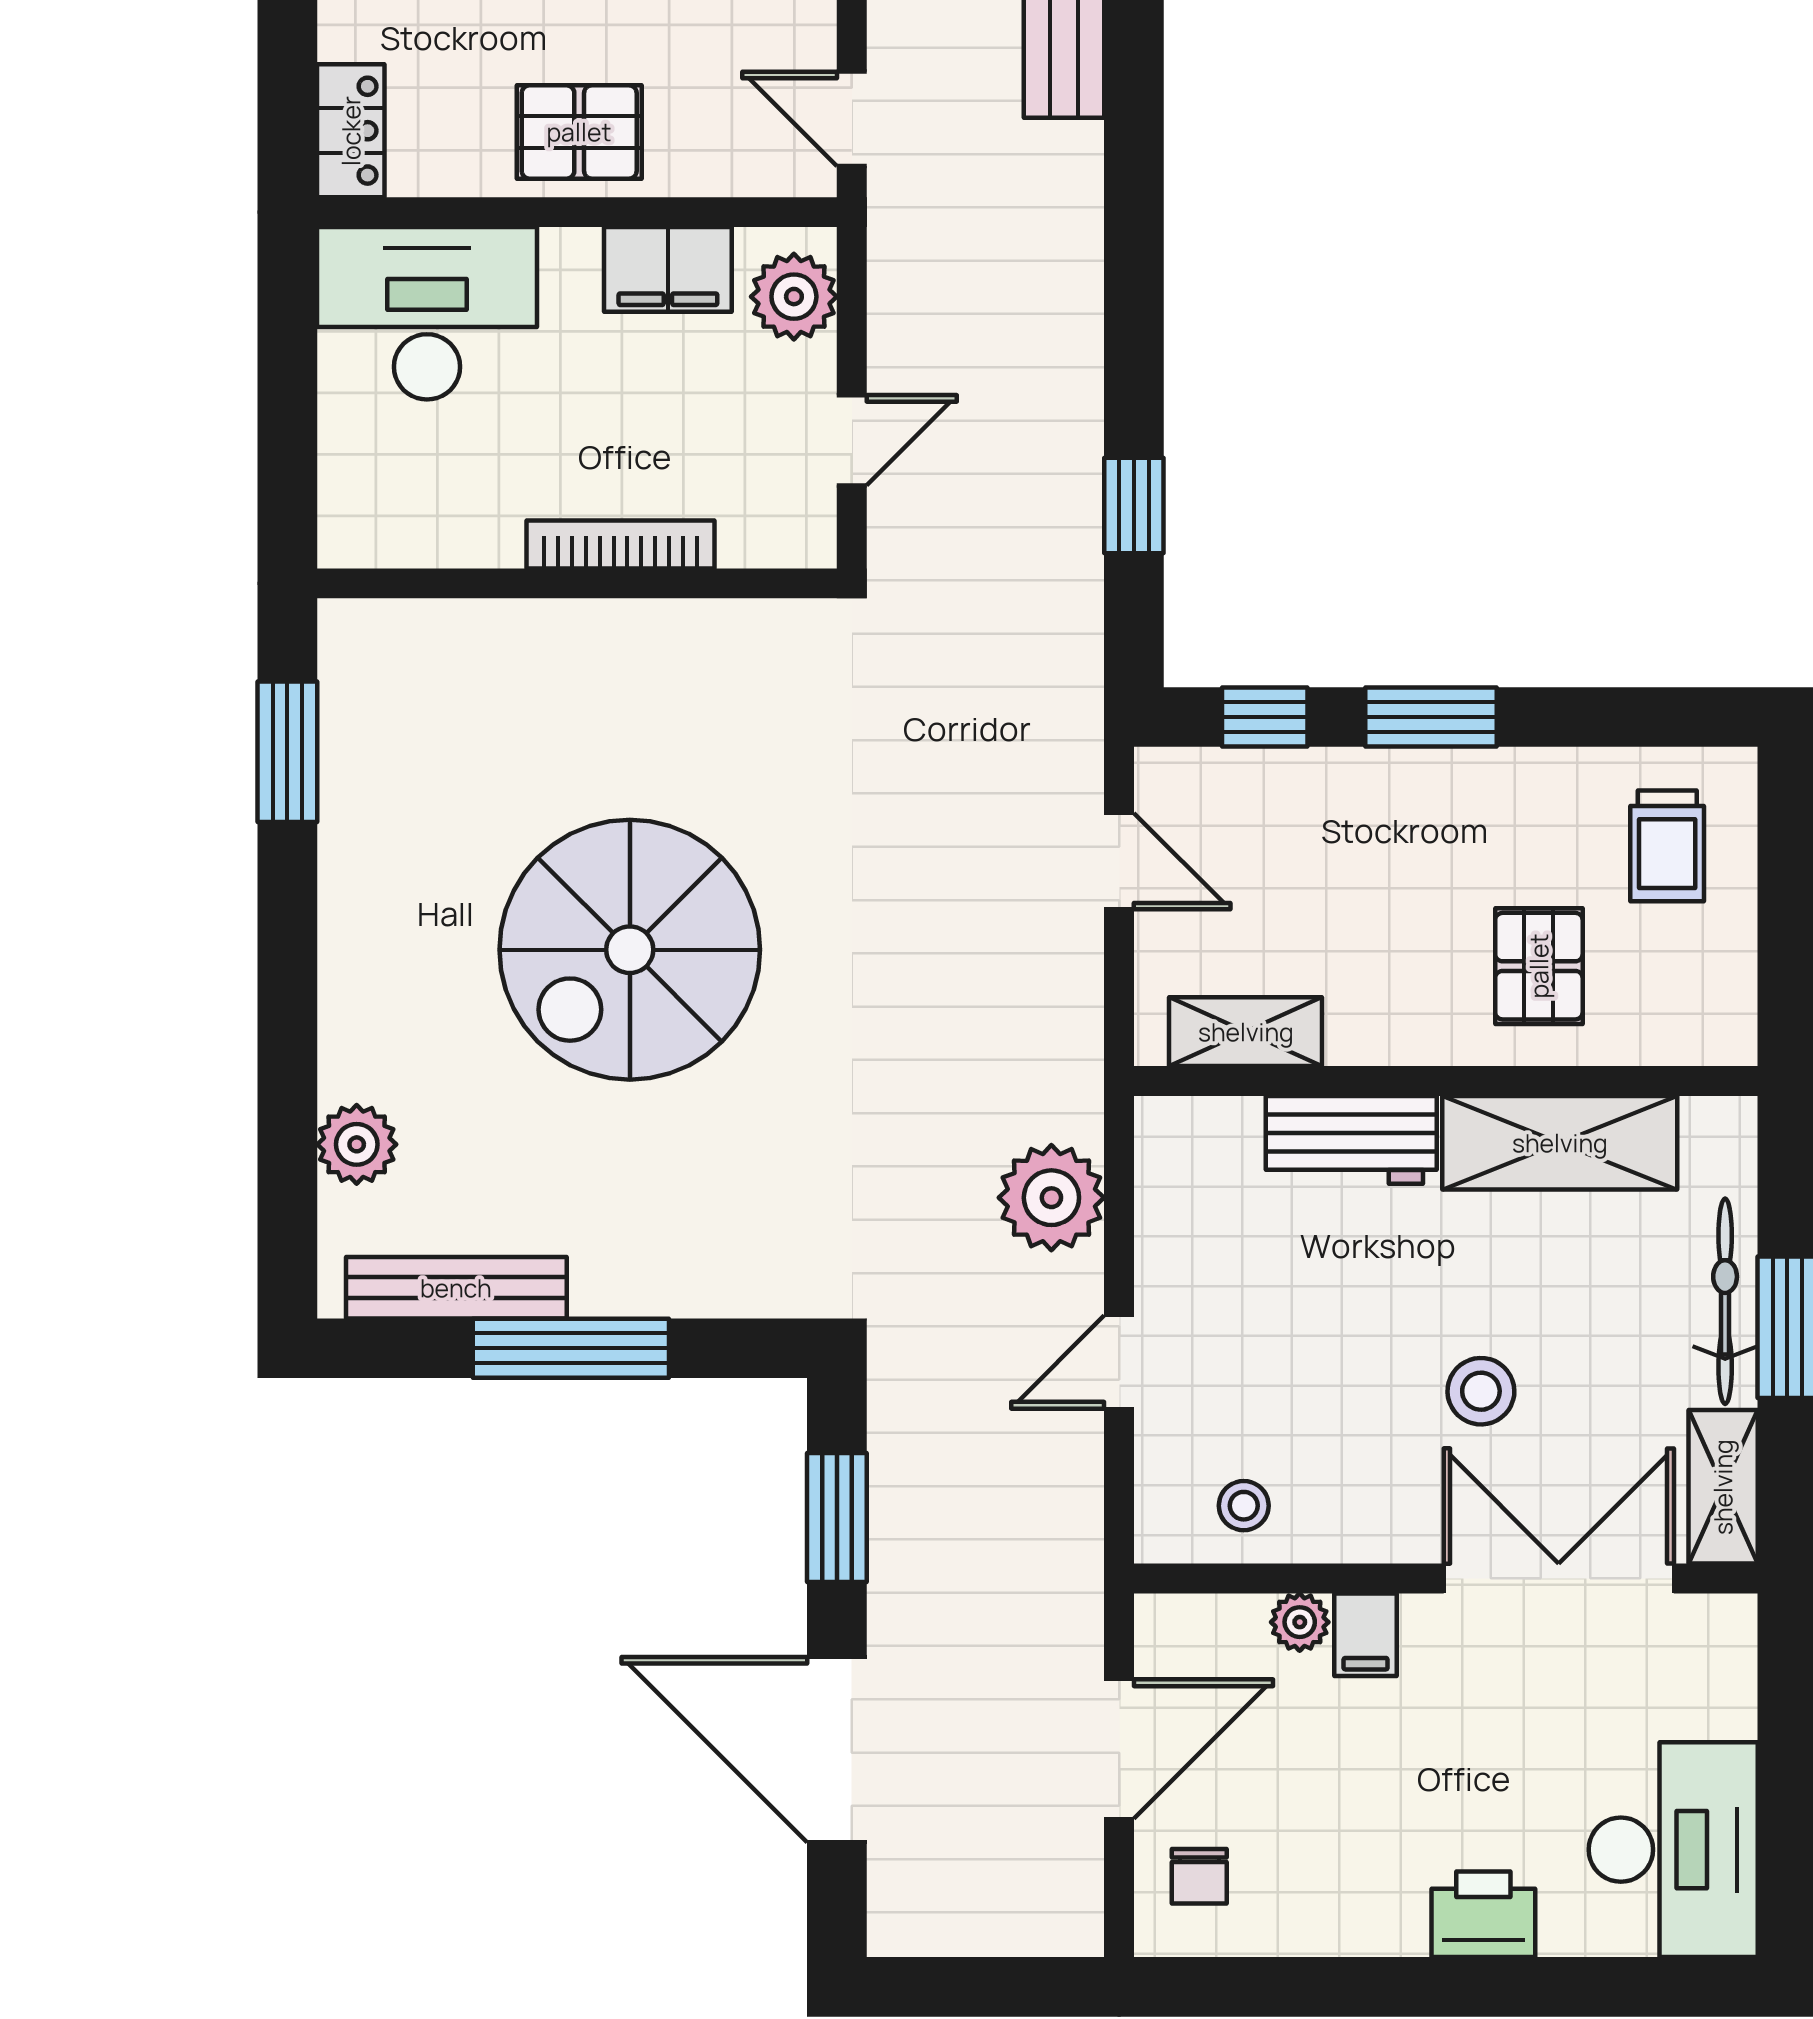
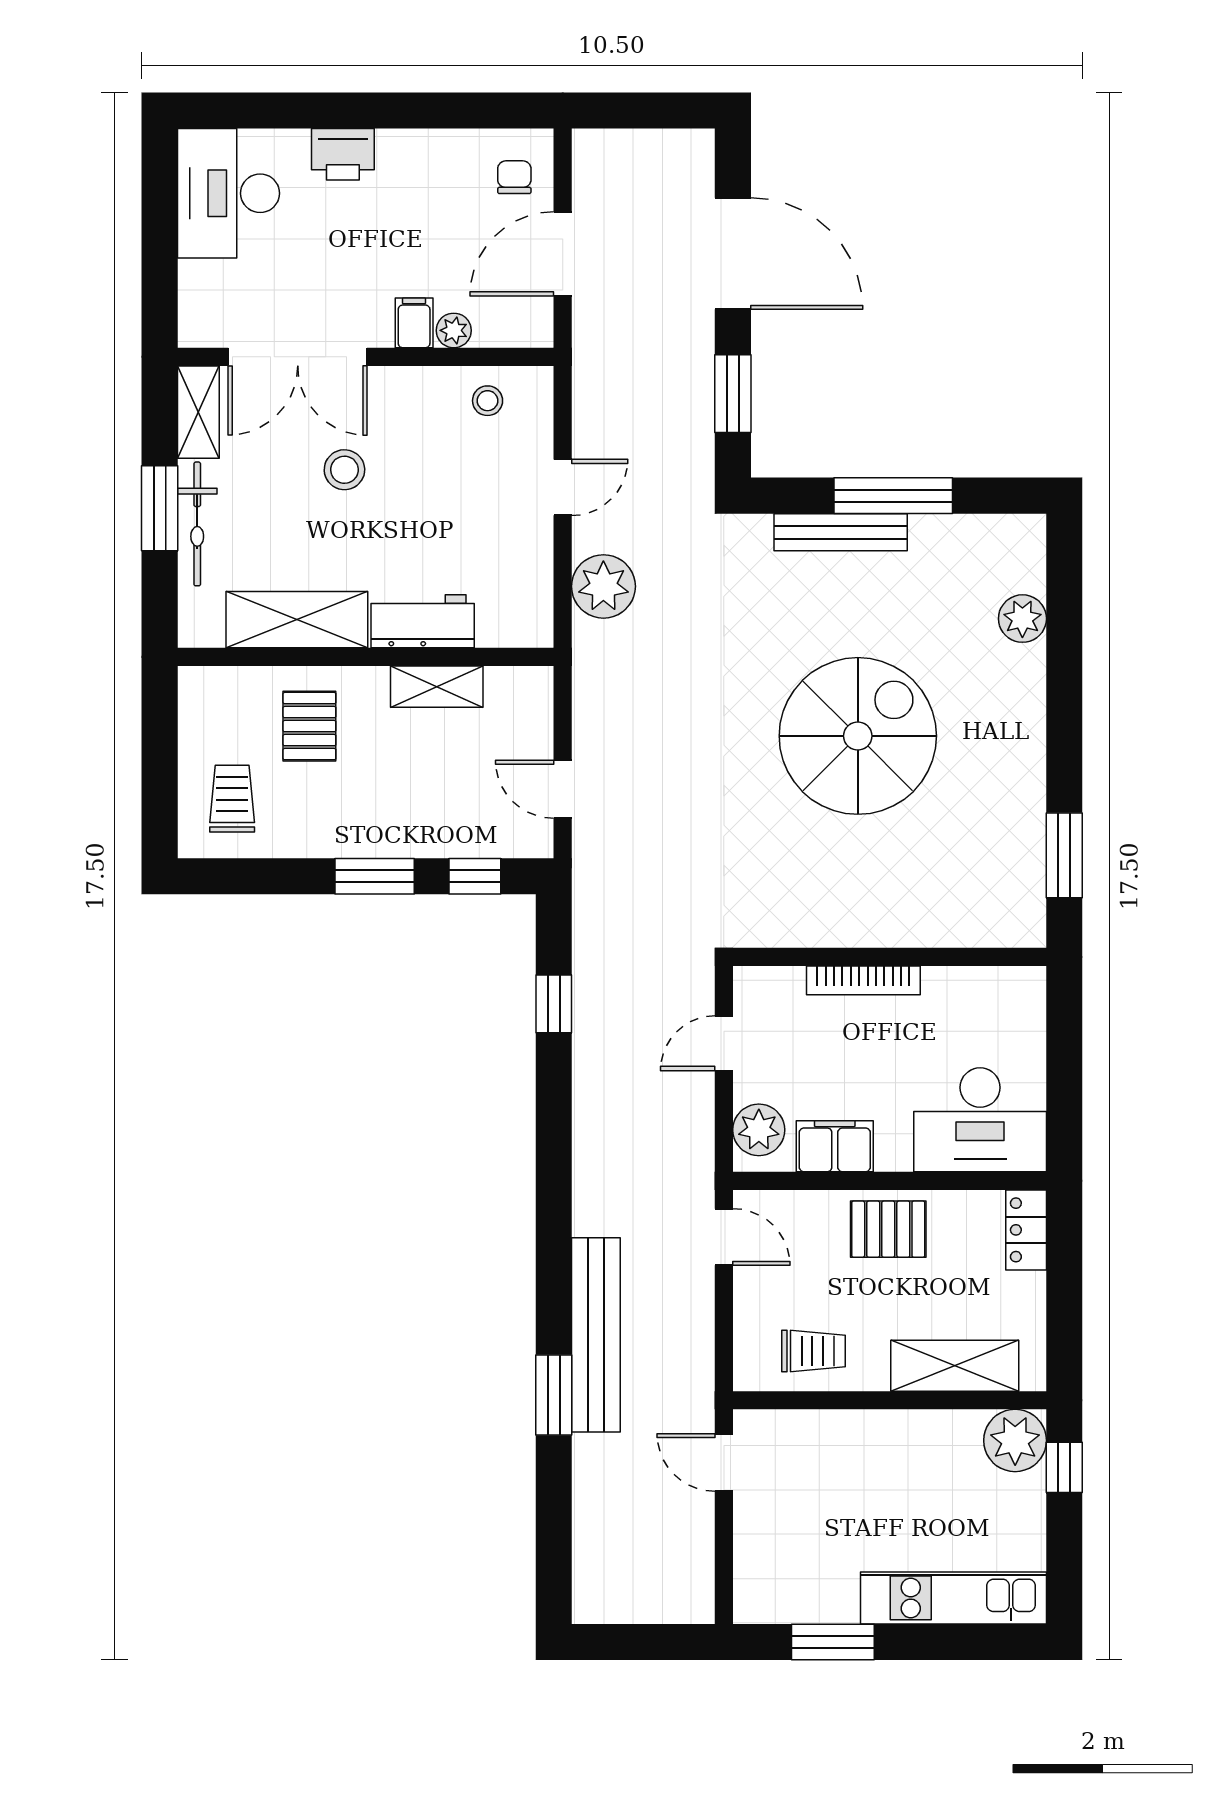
shelving: (1246, 1032) -> (437, 687), moved
bench: (456, 1288) -> (841, 532), moved

